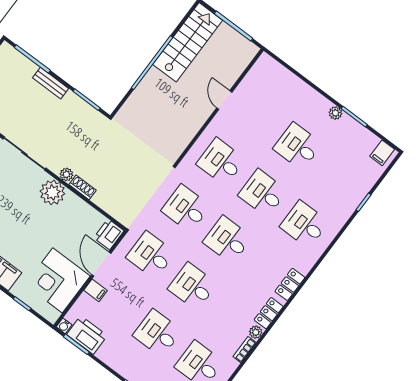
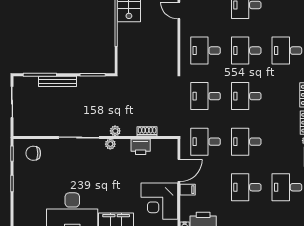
bench: (51, 83) -> (58, 81), width x1.36
shoe rack: (83, 187) -> (147, 131), moved
plant: (52, 192) -> (110, 144), width x0.53, depth x0.53
printer: (109, 234) -> (141, 147), moved, turned -90
door: (101, 264) -> (179, 170), swing flipped

